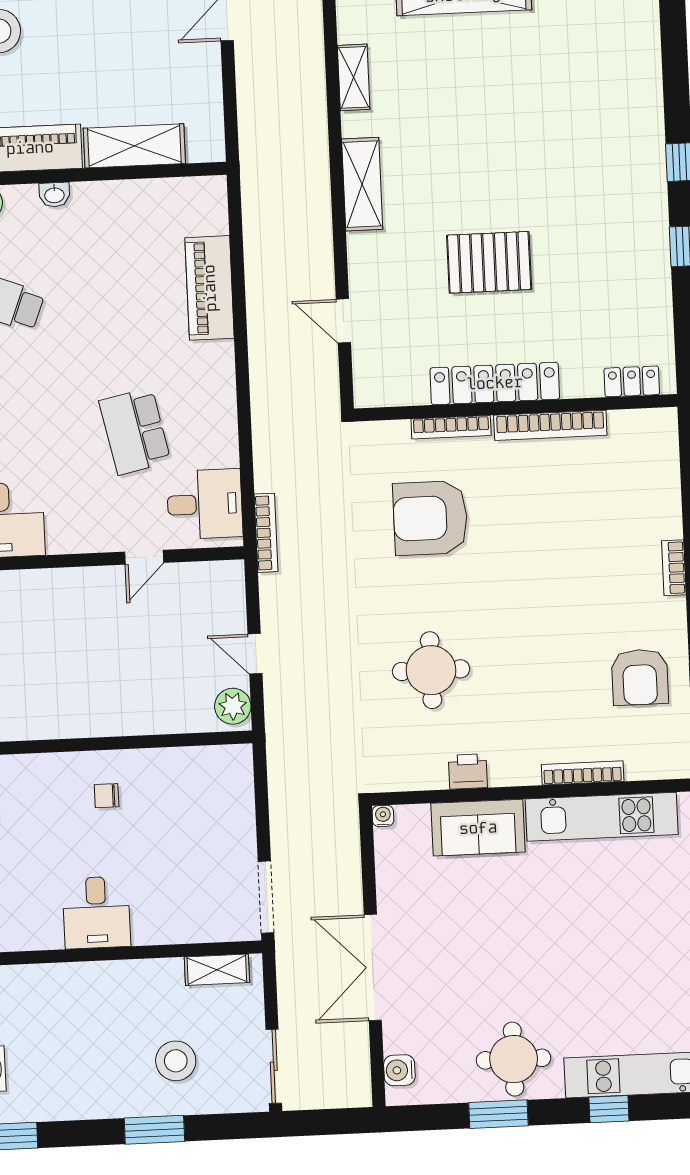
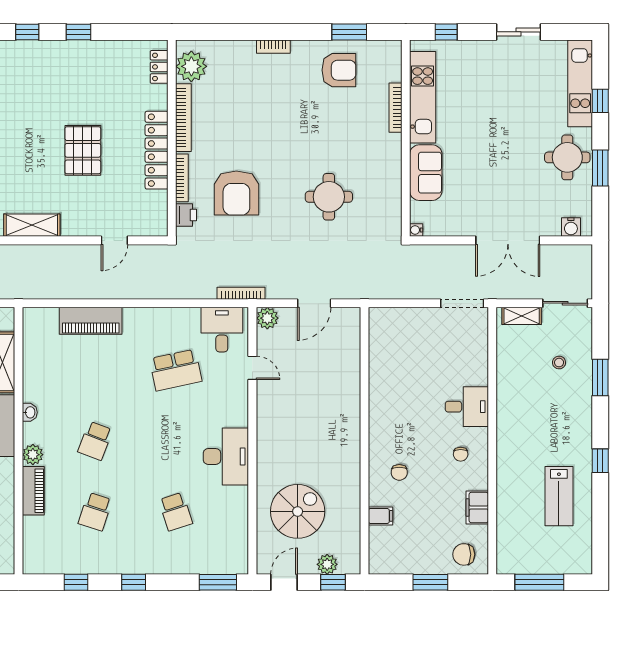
plant: (635, 434) -> (191, 66), added
door: (255, 654) -> (314, 303), width x1.38
plant: (233, 706) -> (267, 318), moved
printer: (468, 771) -> (186, 215), moved, turned 180
chair: (107, 796) -> (461, 454), moved
shelving: (217, 970) -> (522, 316), moved, turned 90
stool: (176, 1061) -> (559, 363), width x0.53, depth x0.53

